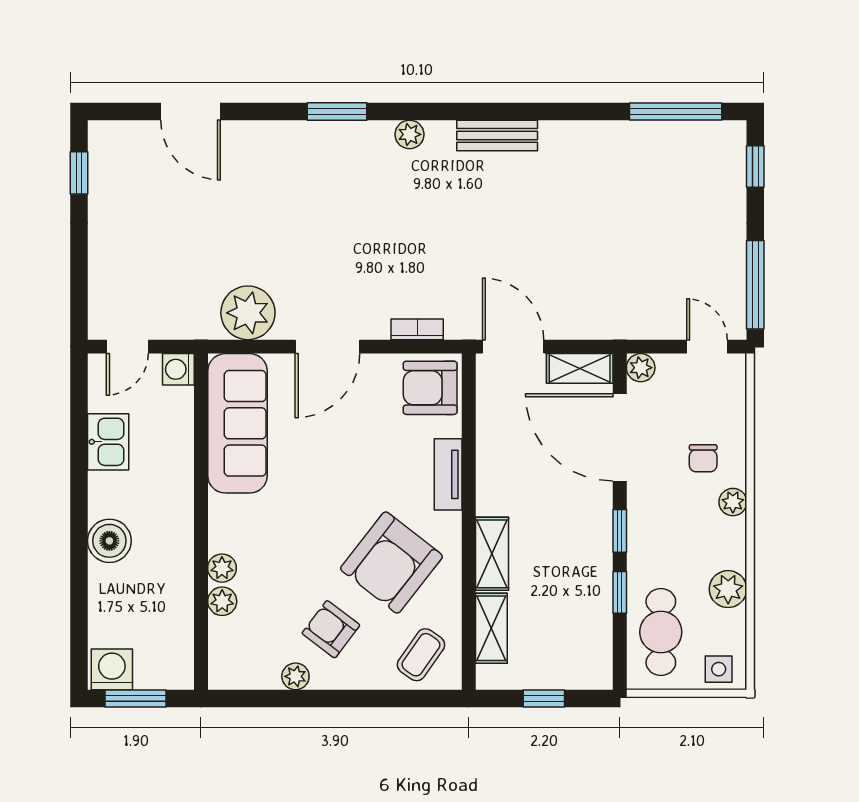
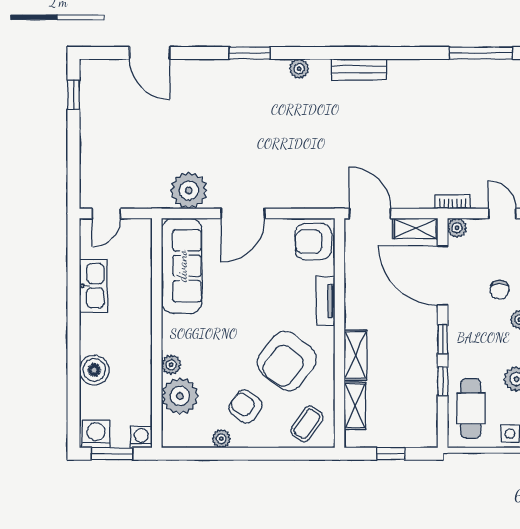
bookcase: (417, 329) -> (453, 202), moved
washing machine: (178, 369) -> (141, 437), moved, turned 90
kitchen sink: (108, 442) -> (93, 286), width x1.38
boiler: (109, 541) -> (94, 370), moved
plant: (222, 601) -> (180, 396), width x1.88, depth x1.88

